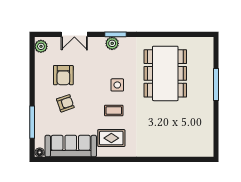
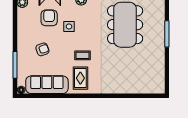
armchair: (63, 75) -> (49, 18), moved, turned 180
side table: (117, 85) -> (69, 26), moved
rug: (111, 138) -> (80, 78), turned 90

